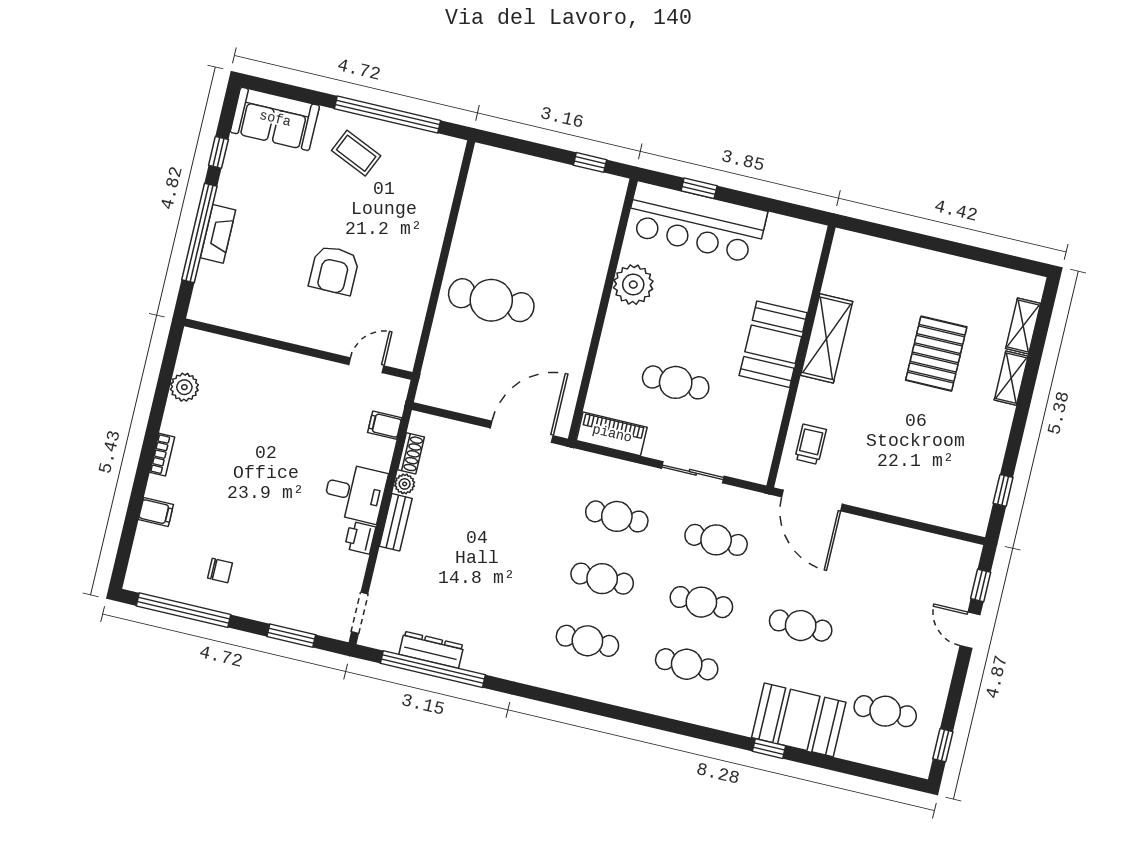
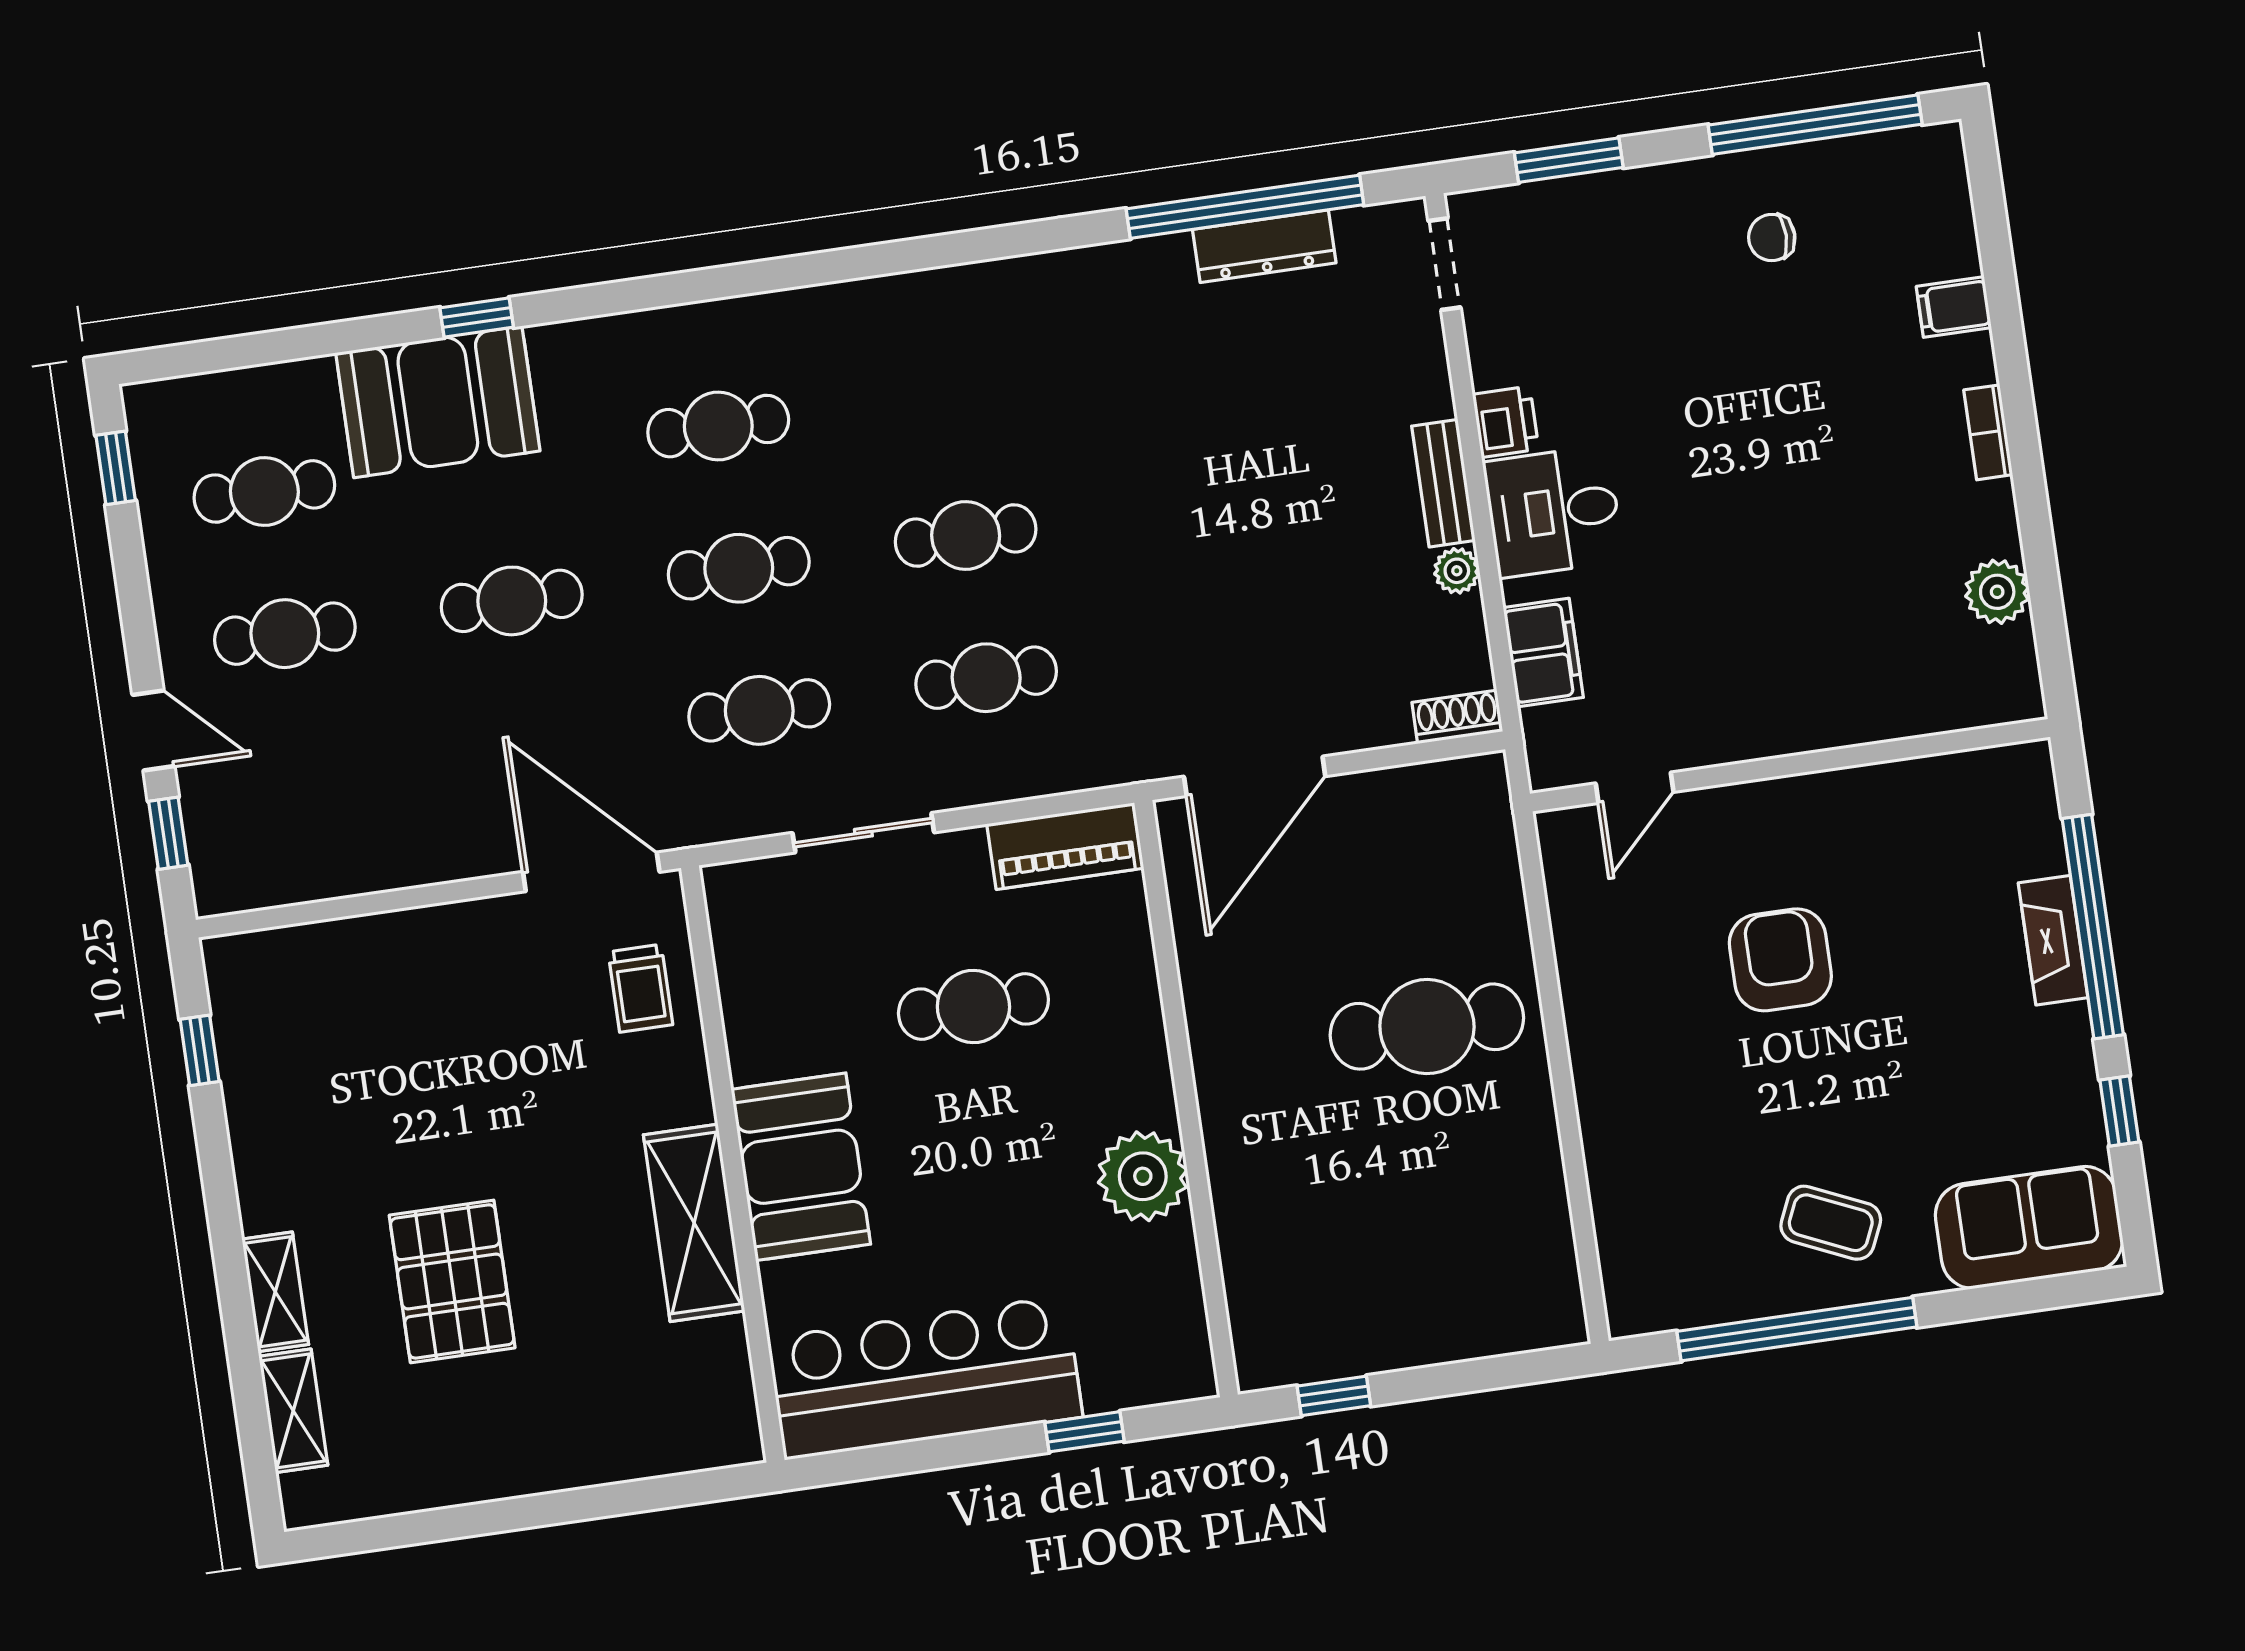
bar counter: (696, 223) -> (925, 1378), moved
filing cabinet: (385, 425) -> (1543, 653), width x2.00
shoe rack: (411, 453) -> (1457, 717), moved, turned 90
cafe table: (587, 641) -> (285, 634), moved

